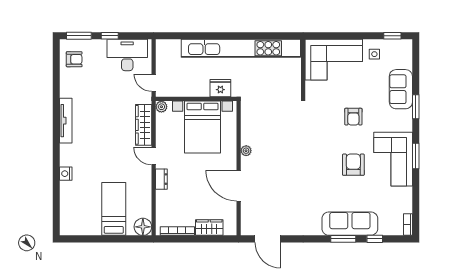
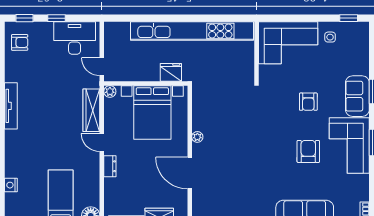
window: (79, 36) -> (25, 18), width x0.67
sofa: (401, 89) -> (357, 96), moved
nightstand: (66, 174) -> (11, 185), moved

